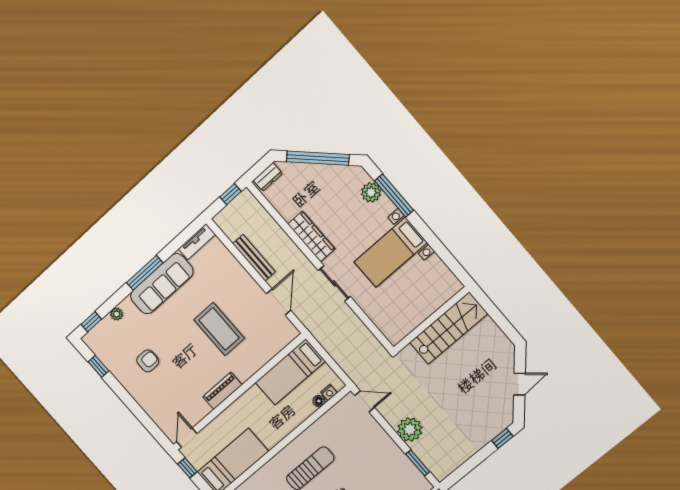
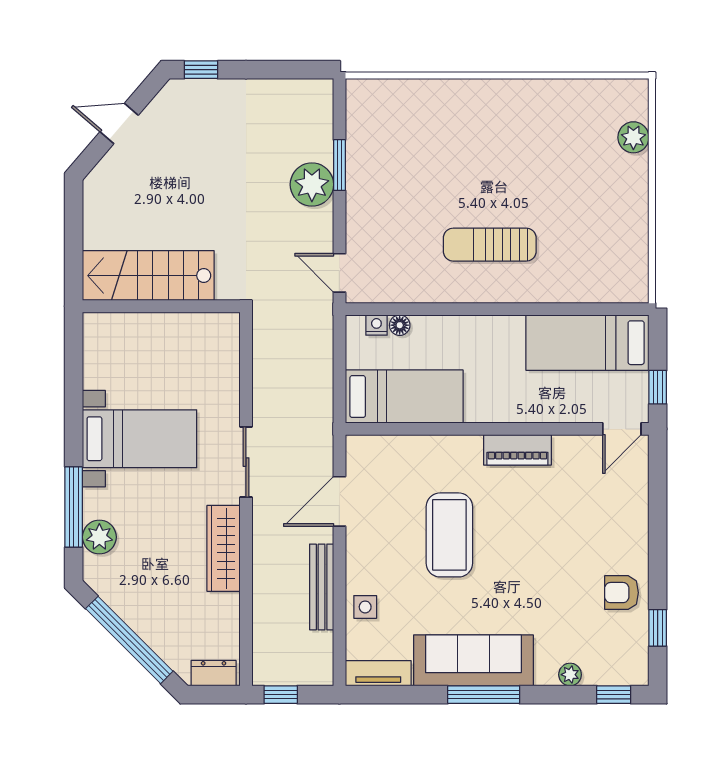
side table: (228, 266) -> (365, 607), added
armchair: (148, 361) -> (621, 593), moved
window: (418, 463) -> (339, 165), moved

